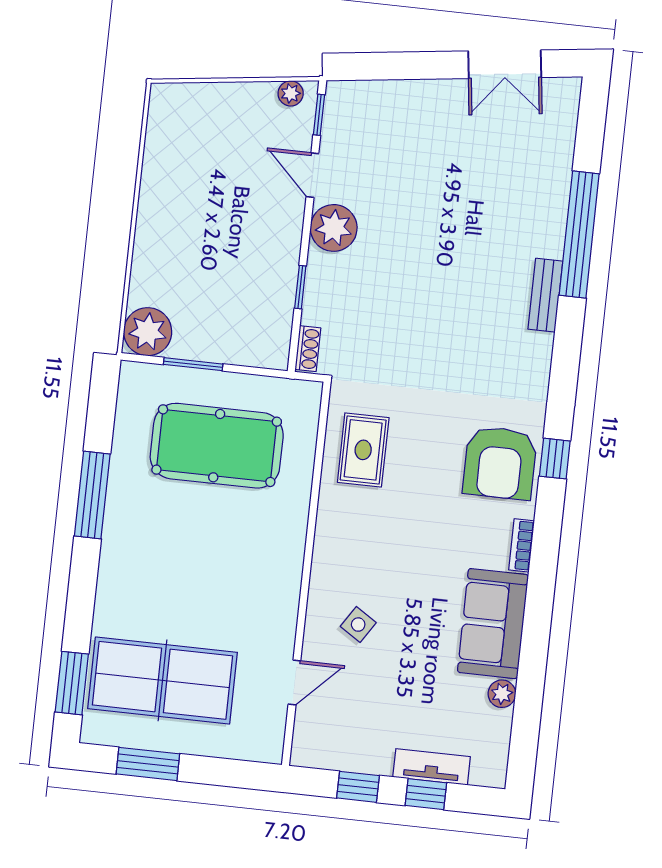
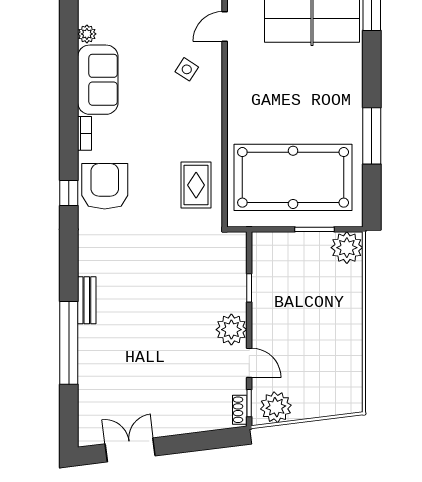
plant: (291, 93) -> (276, 407), width x1.88, depth x1.88
shoe rack: (308, 349) -> (240, 410), moved
pool table: (217, 446) -> (293, 177), width x1.36, depth x1.32

